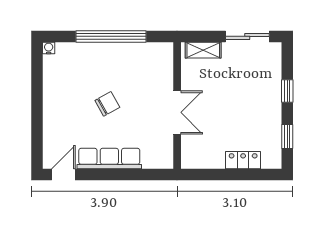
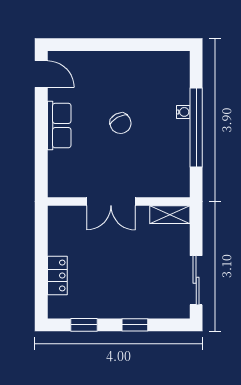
water cooler: (49, 48) -> (183, 112), moved
shelving: (203, 50) -> (170, 215), moved, turned 90
row of seats: (109, 159) -> (59, 126), width x0.68

